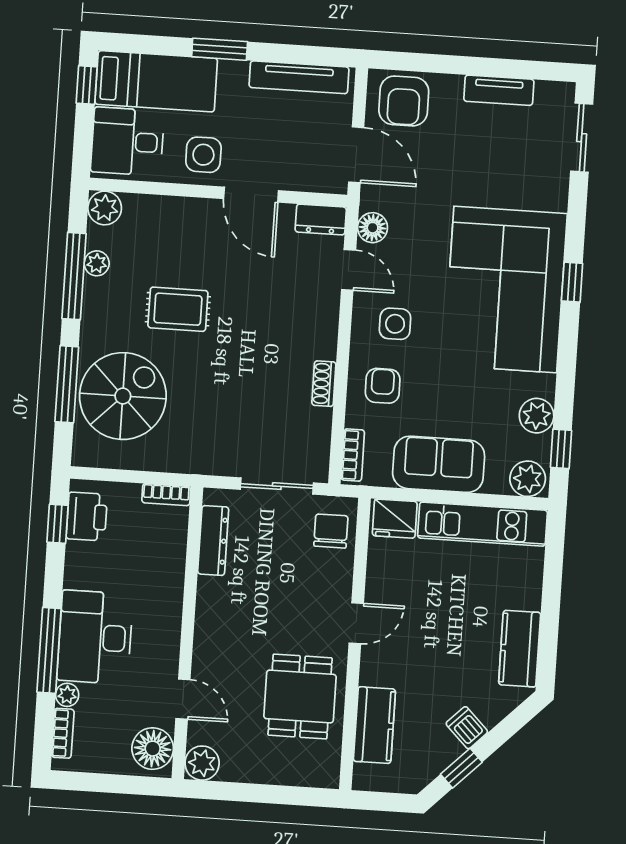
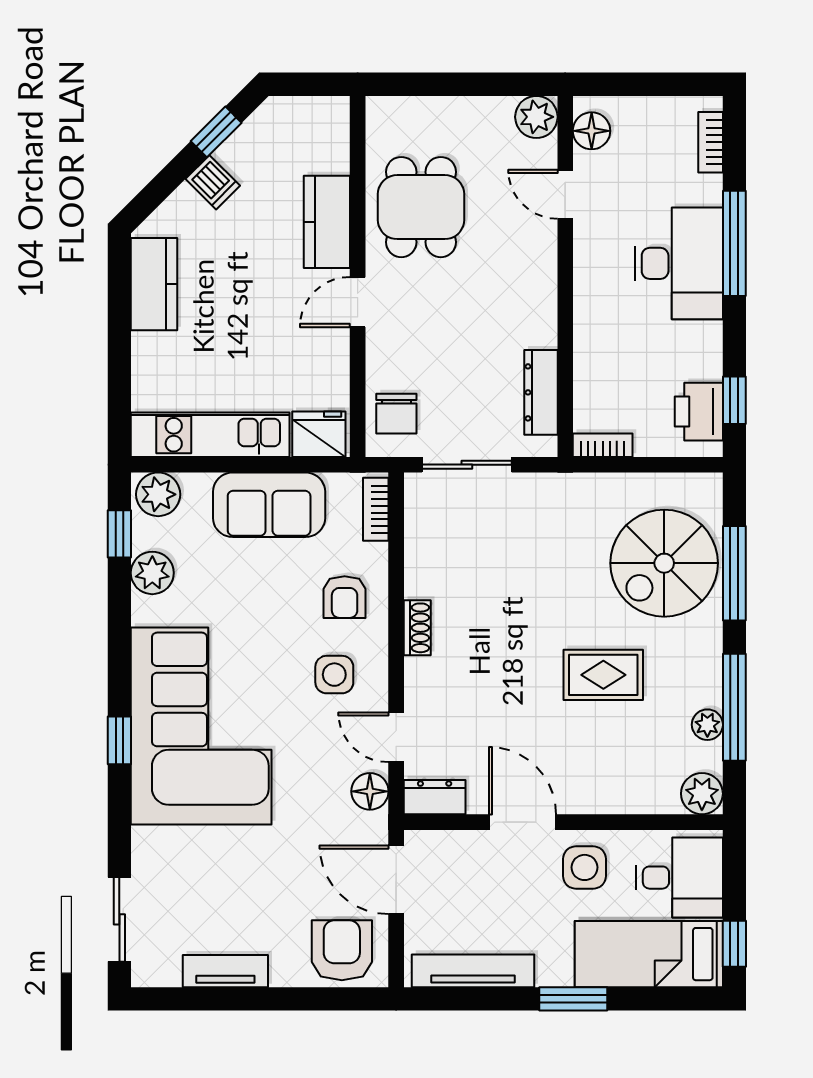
shoe rack: (324, 384) -> (417, 628), moved
plant: (67, 695) -> (708, 190), removed
kitchen counter: (374, 725) -> (327, 222), moved
floor lamp: (153, 749) -> (592, 131), width x0.73, depth x0.73

